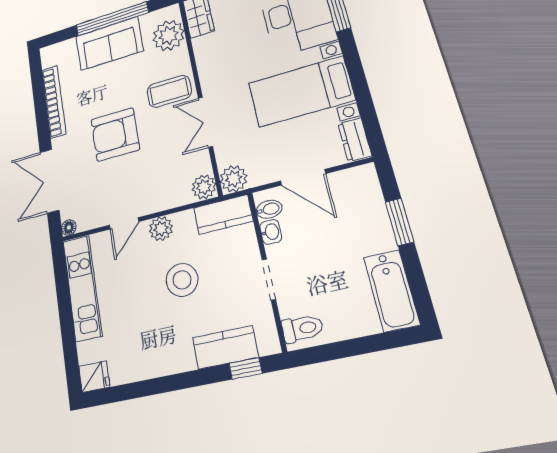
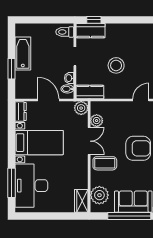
plant: (204, 187) -> (97, 121), moved
plant: (161, 229) -> (122, 93), removed
bathtub: (391, 291) -> (23, 53), moved
kitchen counter: (225, 347) -> (90, 31), moved

